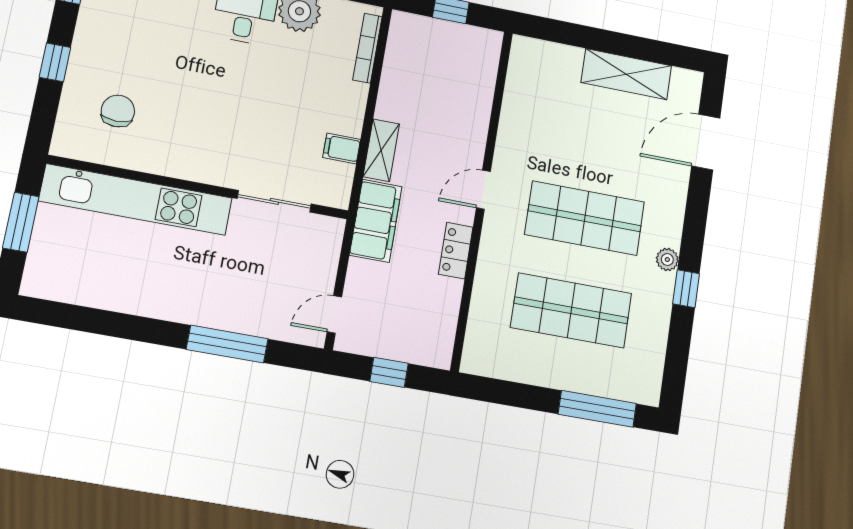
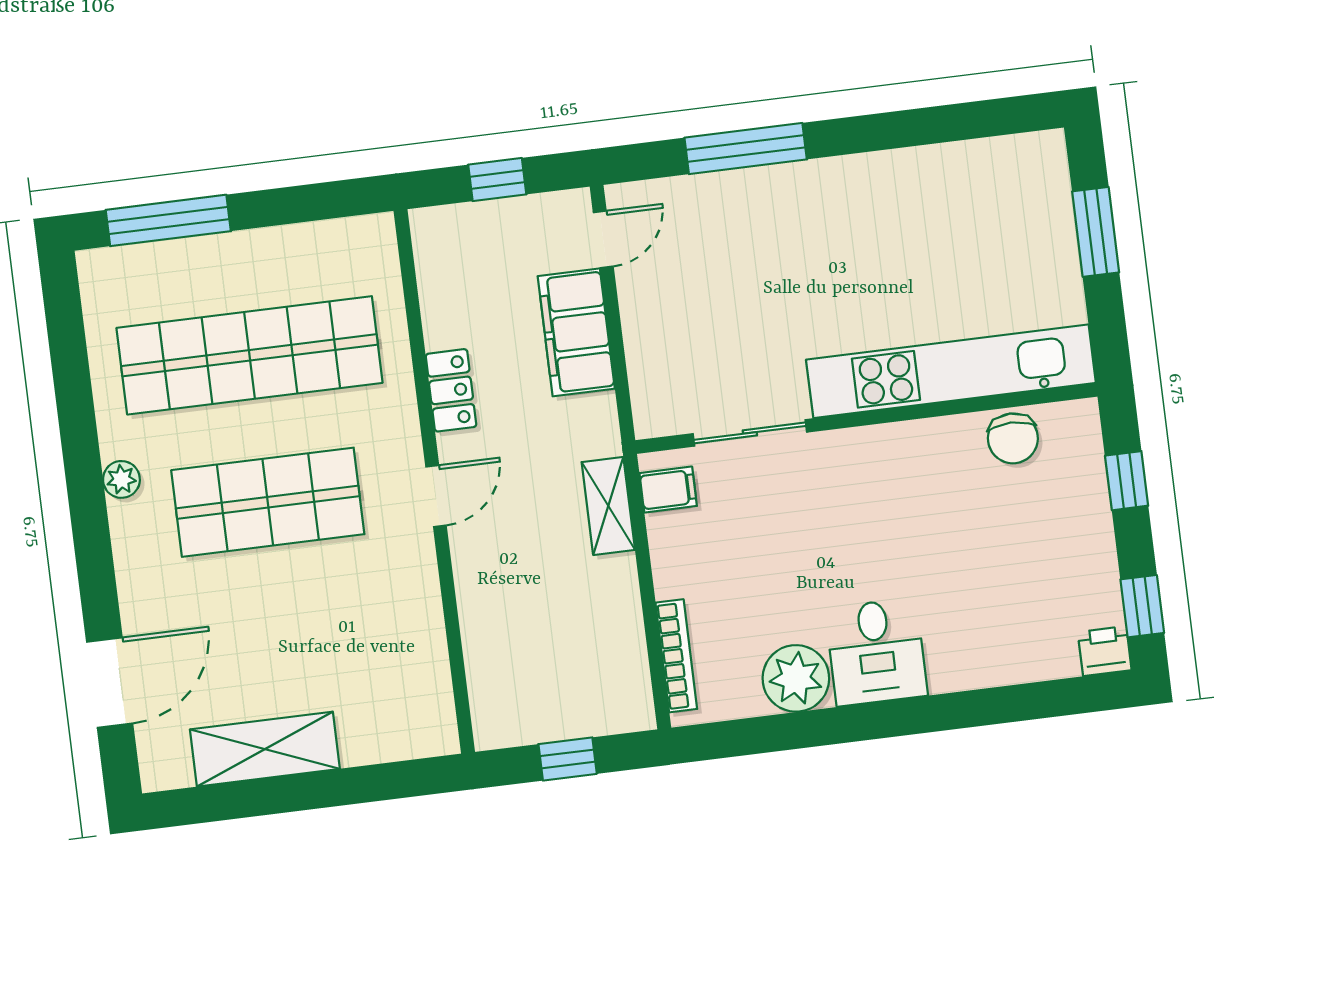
wall: (199, 187) -> (866, 418), moved
kitchen unit: (136, 200) -> (951, 371), moved
sliding door: (274, 201) -> (750, 433), moved
filing cabinet: (376, 221) -> (576, 332), moved
window: (686, 289) -> (80, 444), removed
shop shelf: (571, 310) -> (250, 355), width x1.40

